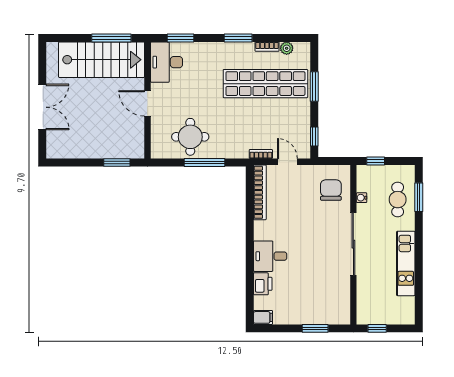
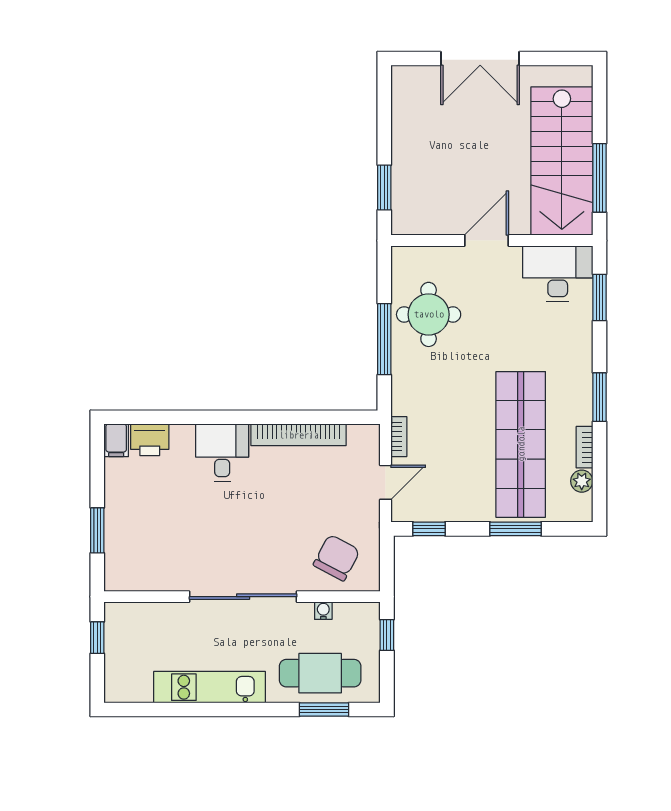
chair: (331, 190) -> (337, 558), turned -62
bookcase: (260, 192) -> (299, 435), moved
cafe table: (398, 200) -> (320, 673), width x1.37, depth x1.35
printer: (263, 284) -> (150, 440), moved

